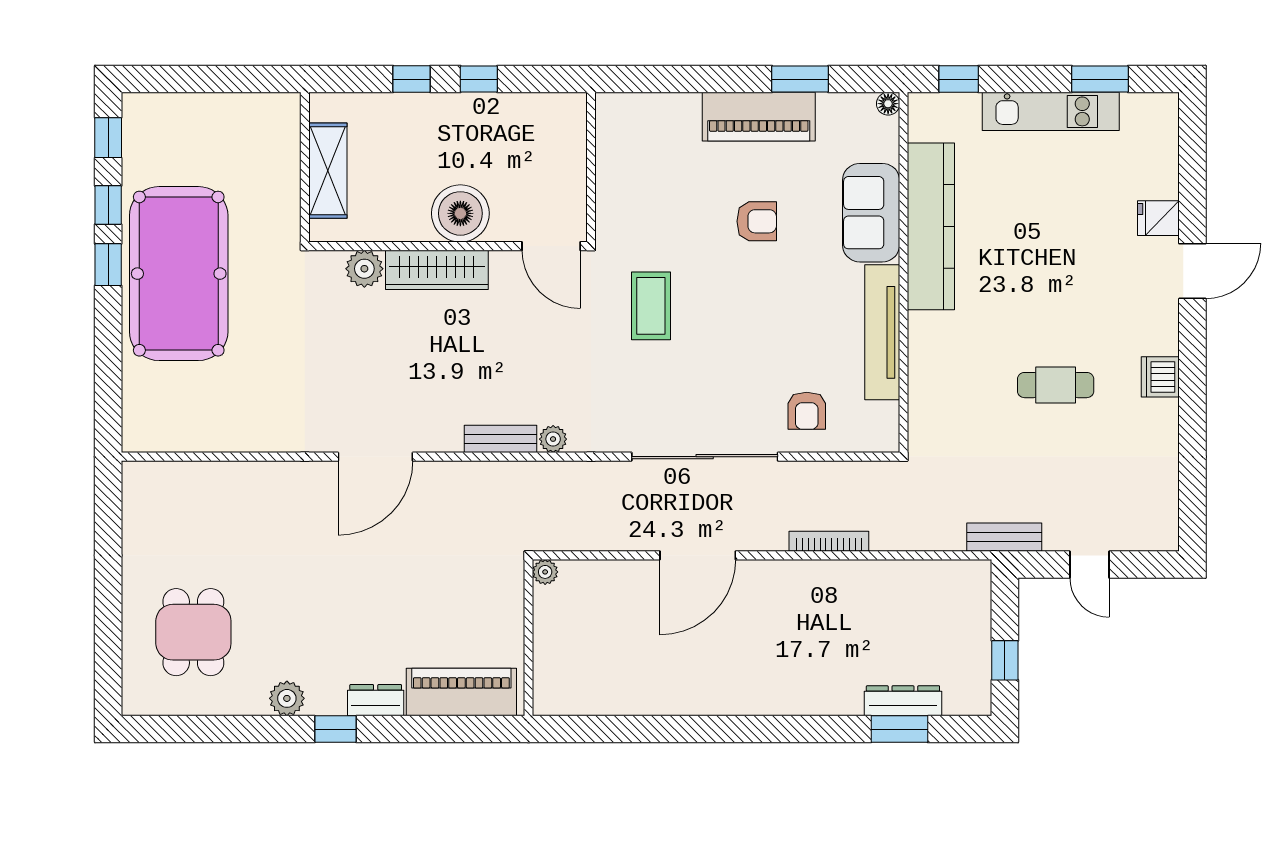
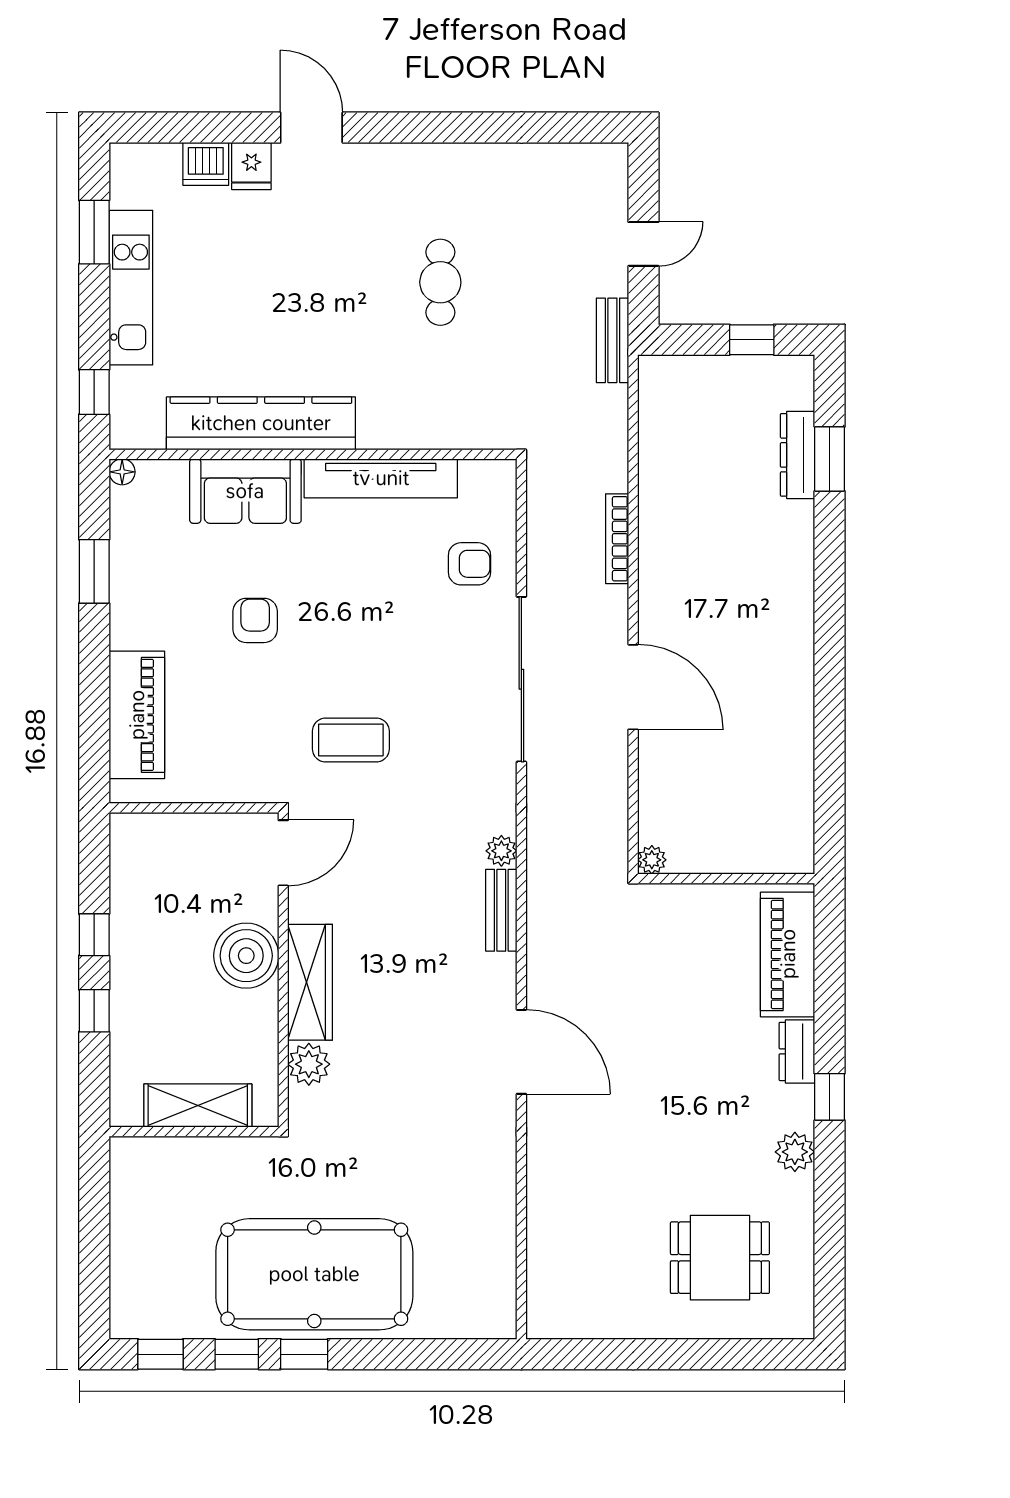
piano: (759, 117) -> (137, 715), moved
dishwasher: (1160, 377) -> (206, 164), moved

